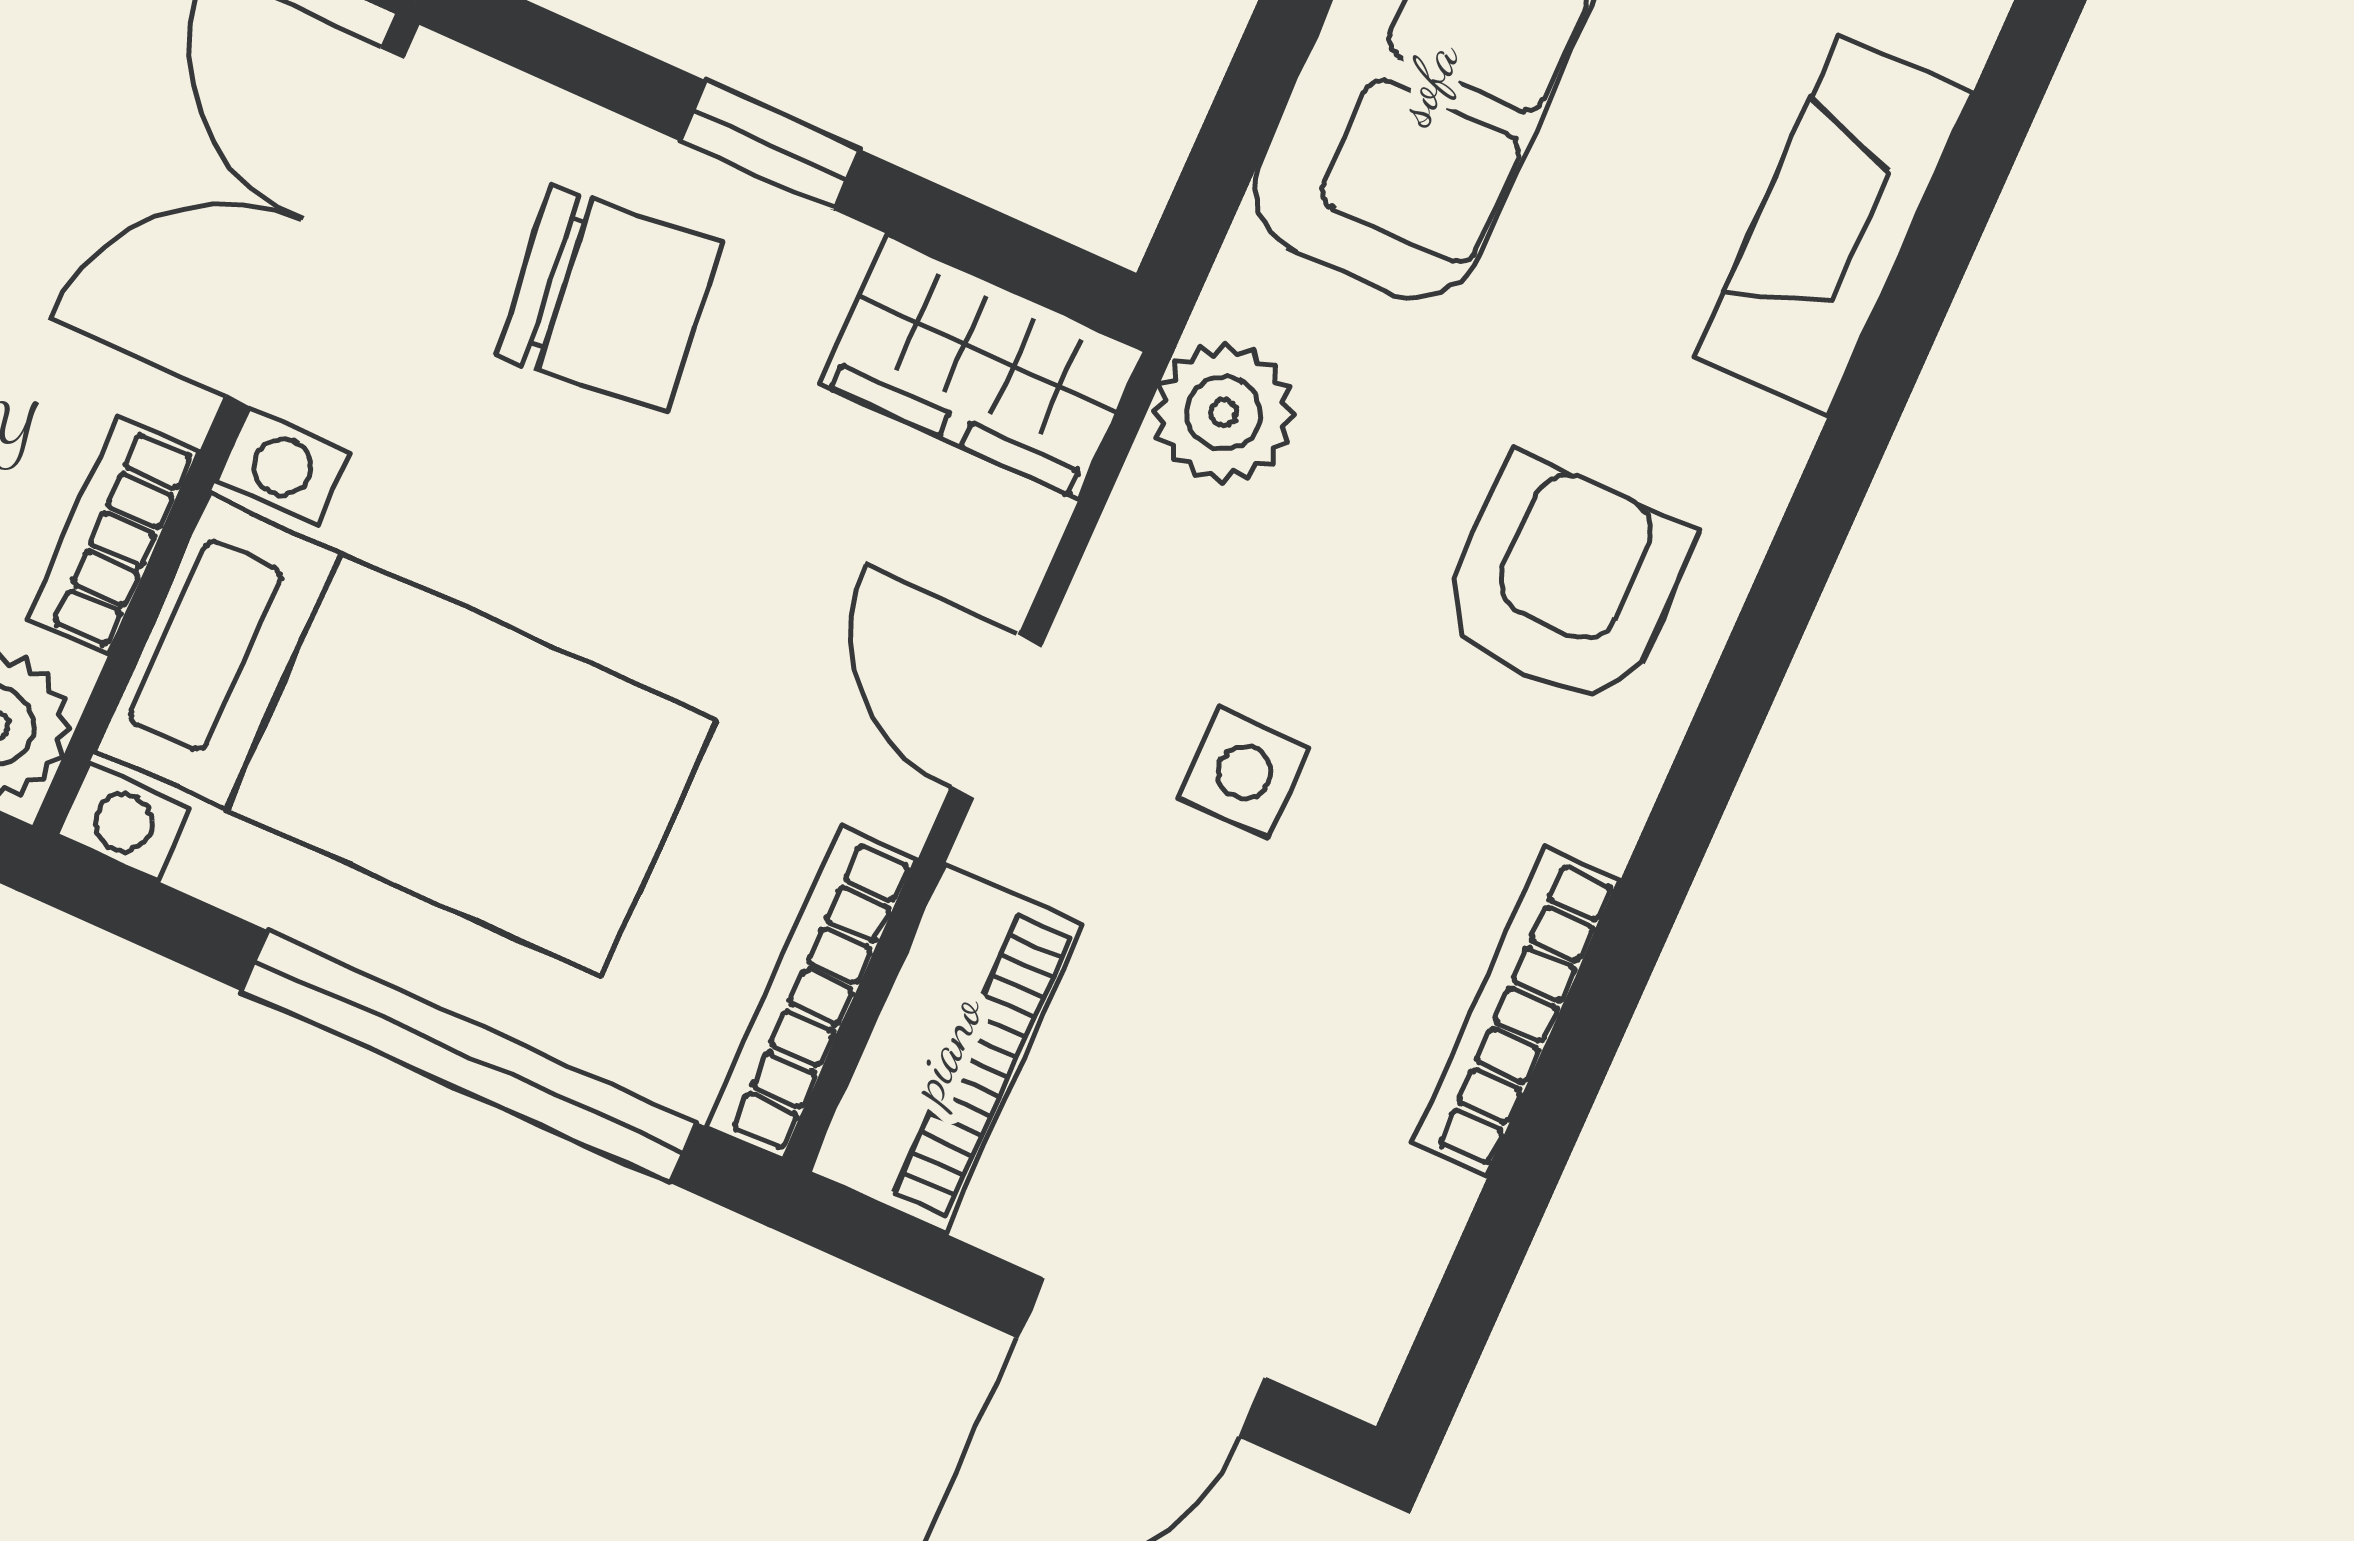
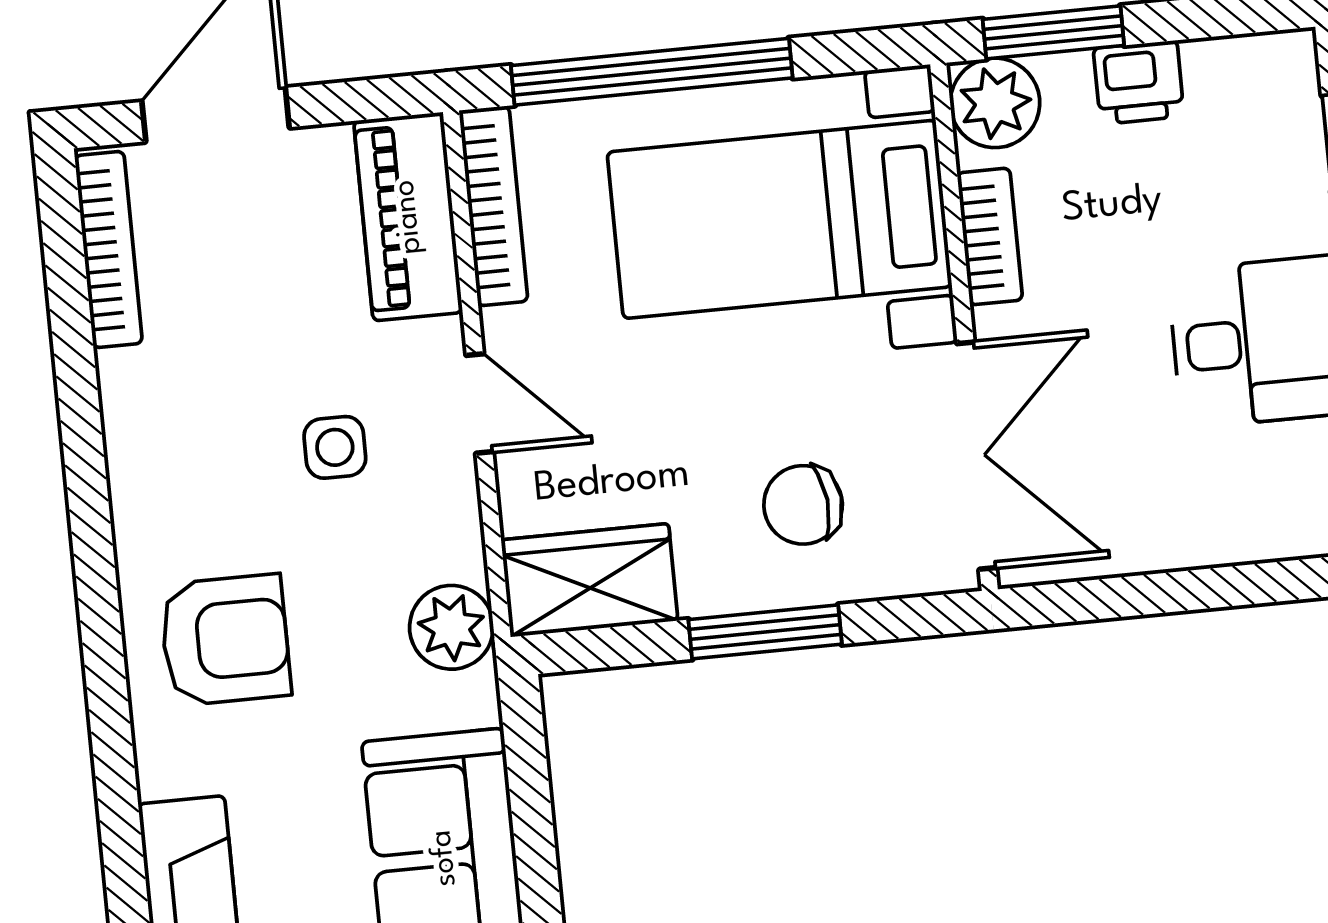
window: (770, 145) -> (765, 632), width x1.50
chair: (609, 299) -> (803, 505), width x0.73, depth x0.73
armchair: (1564, 583) -> (225, 640), turned -90
bookcase: (1516, 1011) -> (108, 249), moved

